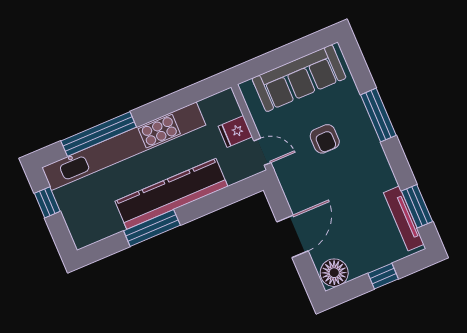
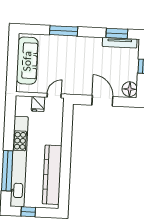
armchair: (325, 139) -> (63, 62), removed
kitchen counter: (171, 194) -> (52, 175), moved
window: (152, 228) -> (65, 167), removed

